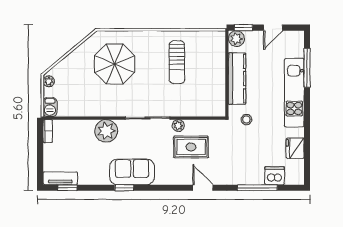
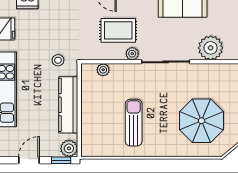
plant: (205, 111) -> (103, 70), added

